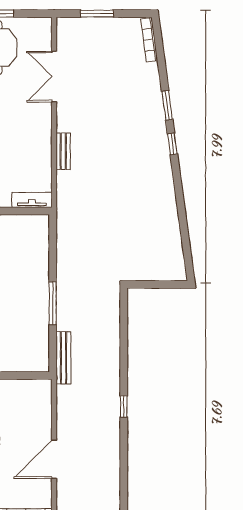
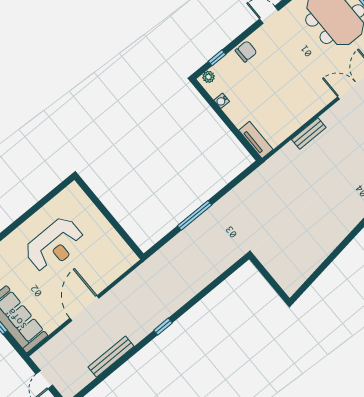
bench: (63, 358) -> (111, 357), moved
door: (54, 459) -> (84, 308), hinge flipped

